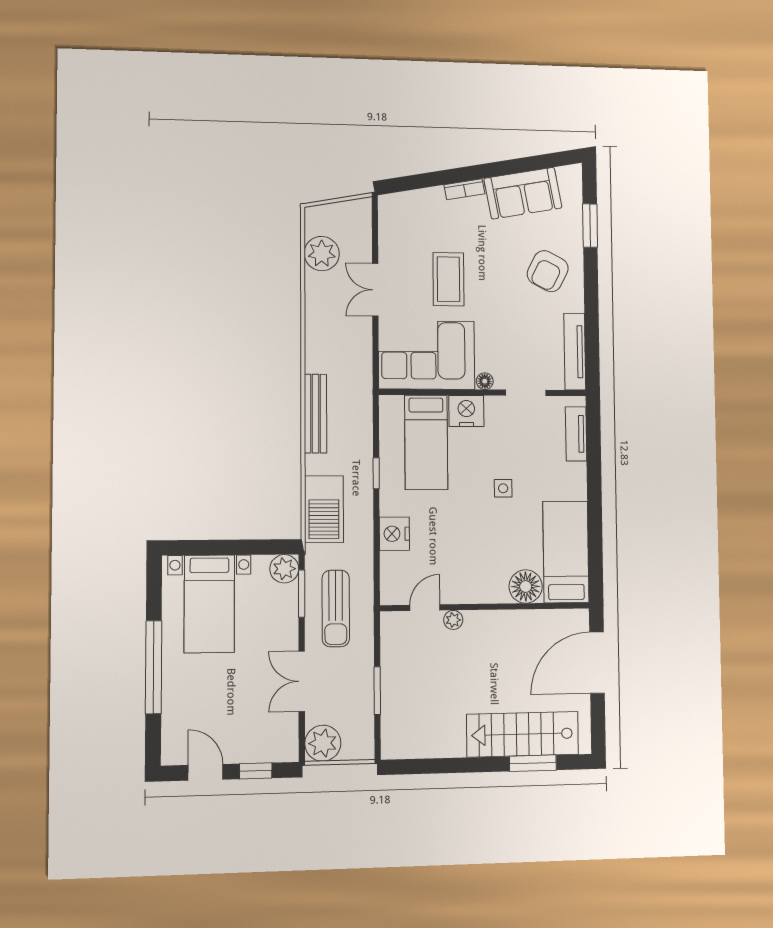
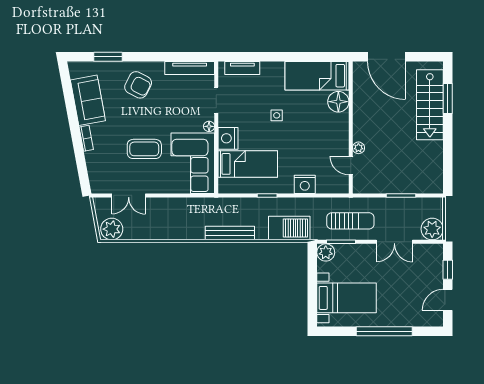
plant: (322, 254) -> (112, 229), moved
double door: (375, 290) -> (129, 195), moved

